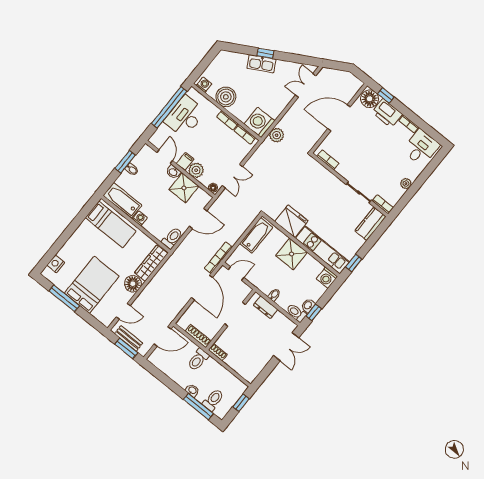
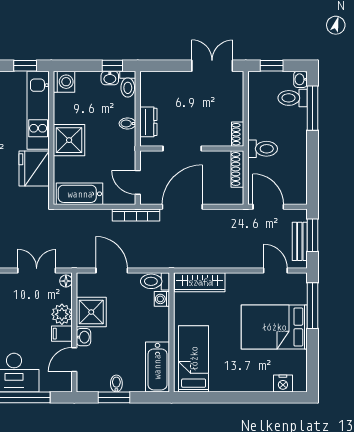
washing machine: (140, 218) -> (162, 299), moved
floor lamp: (133, 284) -> (238, 284), removed
window: (64, 298) -> (312, 306), moved
double door: (286, 347) -> (212, 66), moved
washbasin: (192, 390) -> (300, 79), moved

